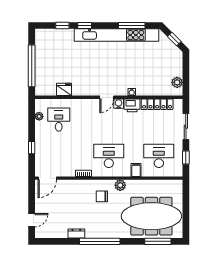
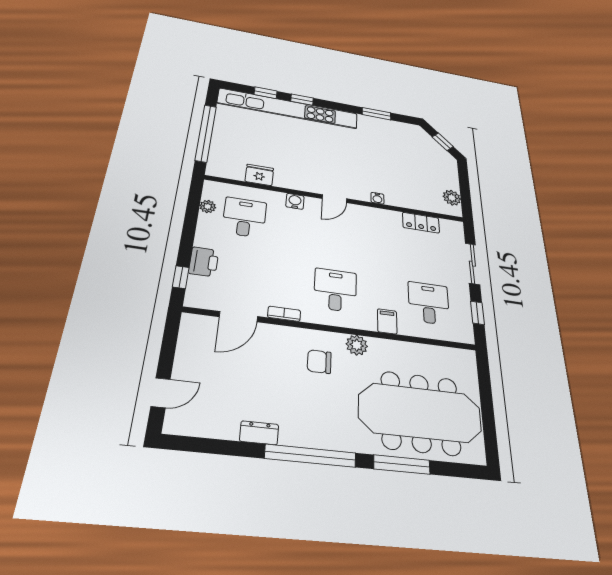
window: (132, 26) -> (377, 114), width x0.69
kitchen unit: (116, 35) -> (288, 109), moved
water cooler: (119, 104) -> (295, 201), moved
locker: (157, 104) -> (421, 223), width x0.66
printer: (132, 105) -> (204, 262), moved, turned -90
window: (32, 148) -> (181, 277), moved
desk: (109, 156) -> (335, 290), width x0.73
desk: (159, 156) -> (429, 303), width x0.73
door: (47, 178) -> (239, 317), moved
window: (158, 241) -> (402, 465), moved

